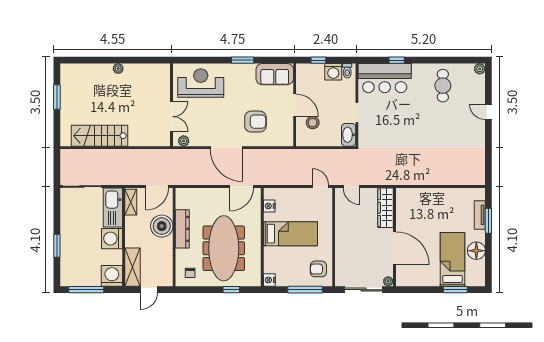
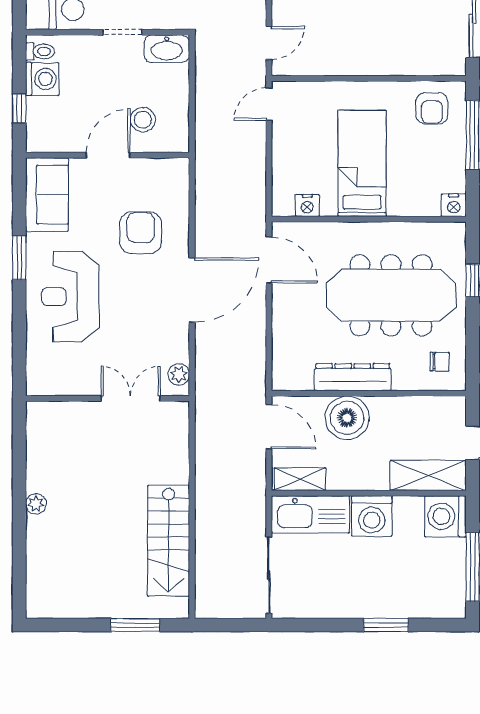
reception desk: (201, 83) -> (70, 297), moved
window: (57, 97) -> (135, 625), moved

